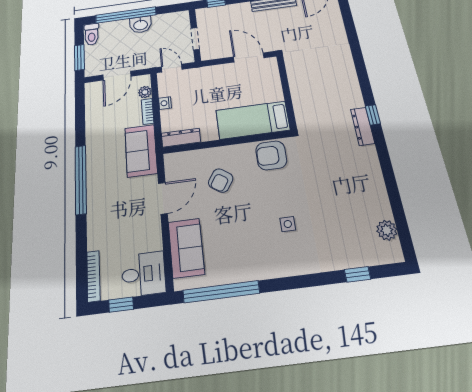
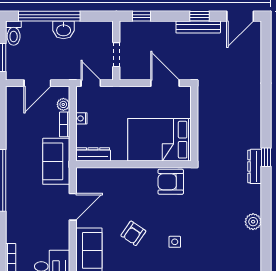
bed: (253, 120) -> (160, 140), width x1.50
armchair: (221, 181) -> (133, 233), moved
plant: (387, 230) -> (253, 222), moved

